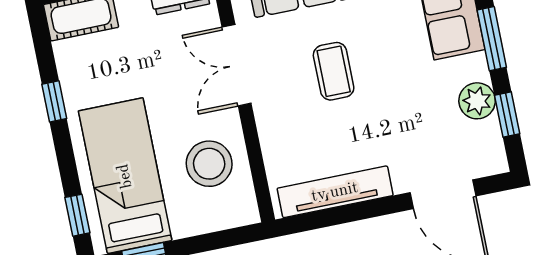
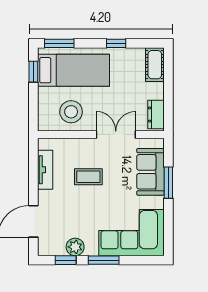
coffee table: (334, 71) -> (88, 177), moved
tv unit: (335, 192) -> (45, 170), width x0.71
window: (77, 215) -> (59, 43), width x1.50

